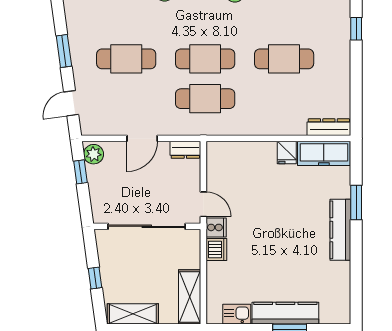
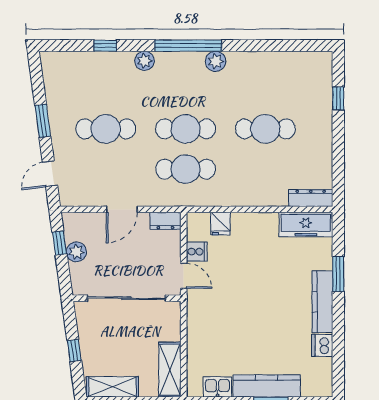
fridge: (287, 153) -> (220, 224), moved
plant: (94, 154) -> (76, 252), moved
cooker: (216, 227) -> (197, 252), moved
dishwasher: (216, 250) -> (322, 345), moved, turned 180

